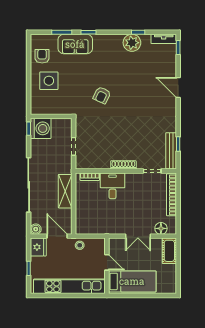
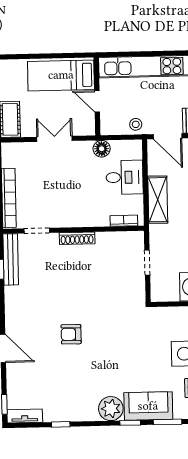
plant: (132, 43) -> (111, 409), moved
armchair: (102, 95) -> (71, 334), moved, turned -115
desk: (113, 186) -> (125, 177), moved, turned -90
floor lamp: (161, 228) -> (102, 149), moved

